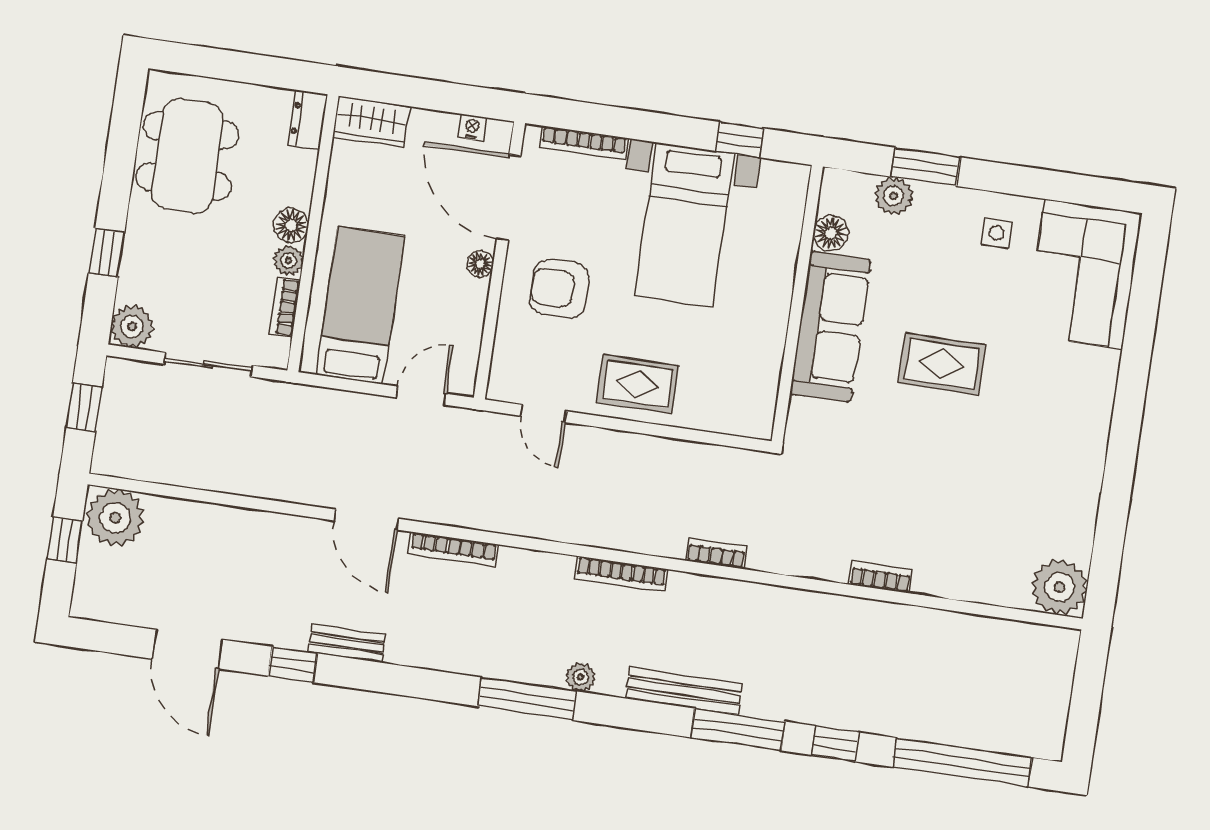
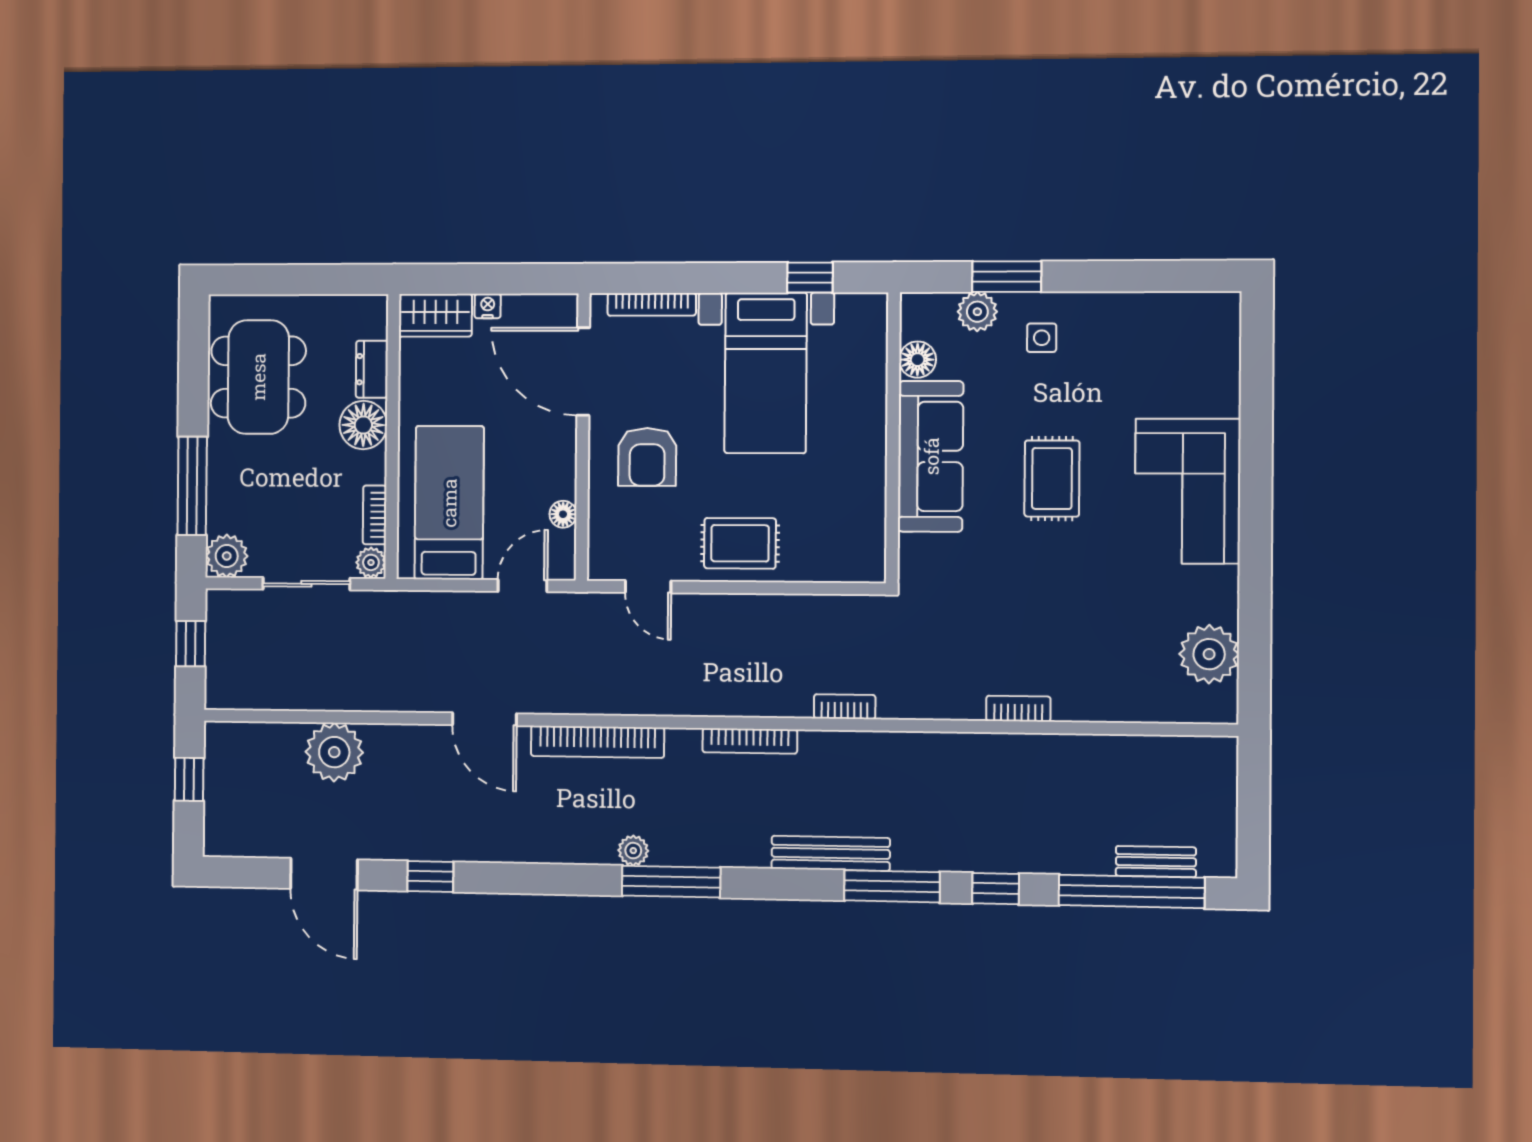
dresser: (308, 120) -> (372, 369), moved
nightstand: (472, 128) -> (488, 306), moved
floor lamp: (291, 225) -> (363, 425), width x1.38, depth x1.38
side table: (996, 233) -> (1042, 338), moved
window: (107, 253) -> (192, 486), width x2.17
plant: (288, 260) -> (371, 562), moved
floor lamp: (480, 264) -> (563, 514), moved
corner sofa: (1084, 274) -> (1188, 491), moved
armchair: (559, 289) -> (647, 457), turned -90
rug: (942, 364) -> (1052, 479), turned 90
plant: (115, 518) -> (334, 752), moved
bookcase: (453, 549) -> (597, 742), width x1.48, depth x1.31
plant: (1060, 587) -> (1209, 654), moved
bench: (347, 643) -> (1156, 862), moved
plant: (581, 677) -> (633, 851), moved

